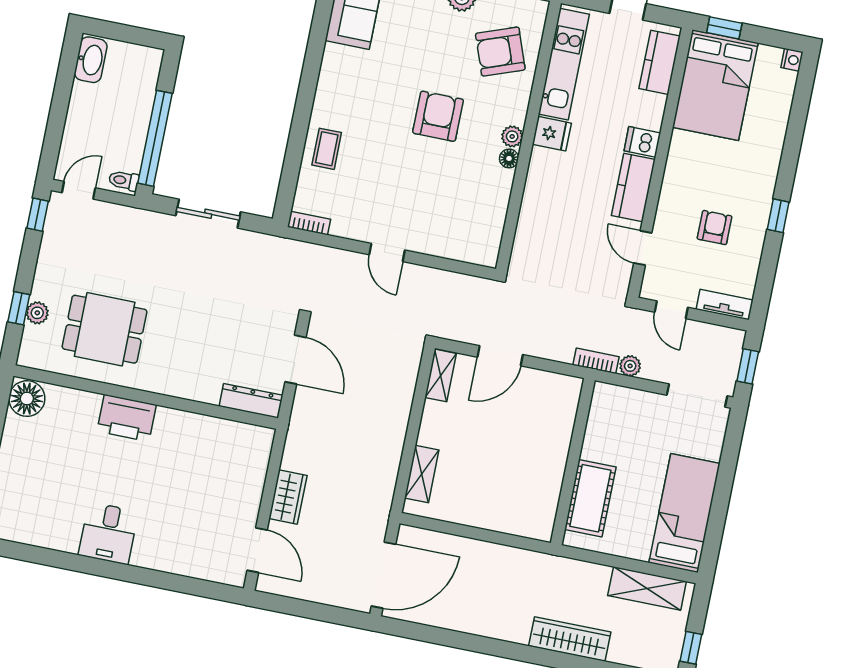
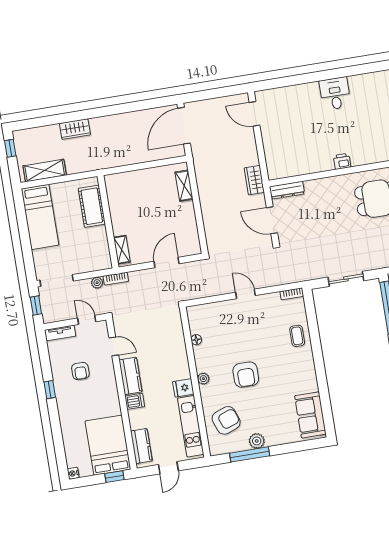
floor lamp: (509, 158) -> (196, 340), moved
shelving: (441, 375) -> (122, 250), moved
printer: (127, 418) -> (342, 161), width x0.53, depth x0.68
wardrobe: (288, 497) -> (254, 180), moved
wardrobe: (570, 639) -> (75, 129), width x0.67

